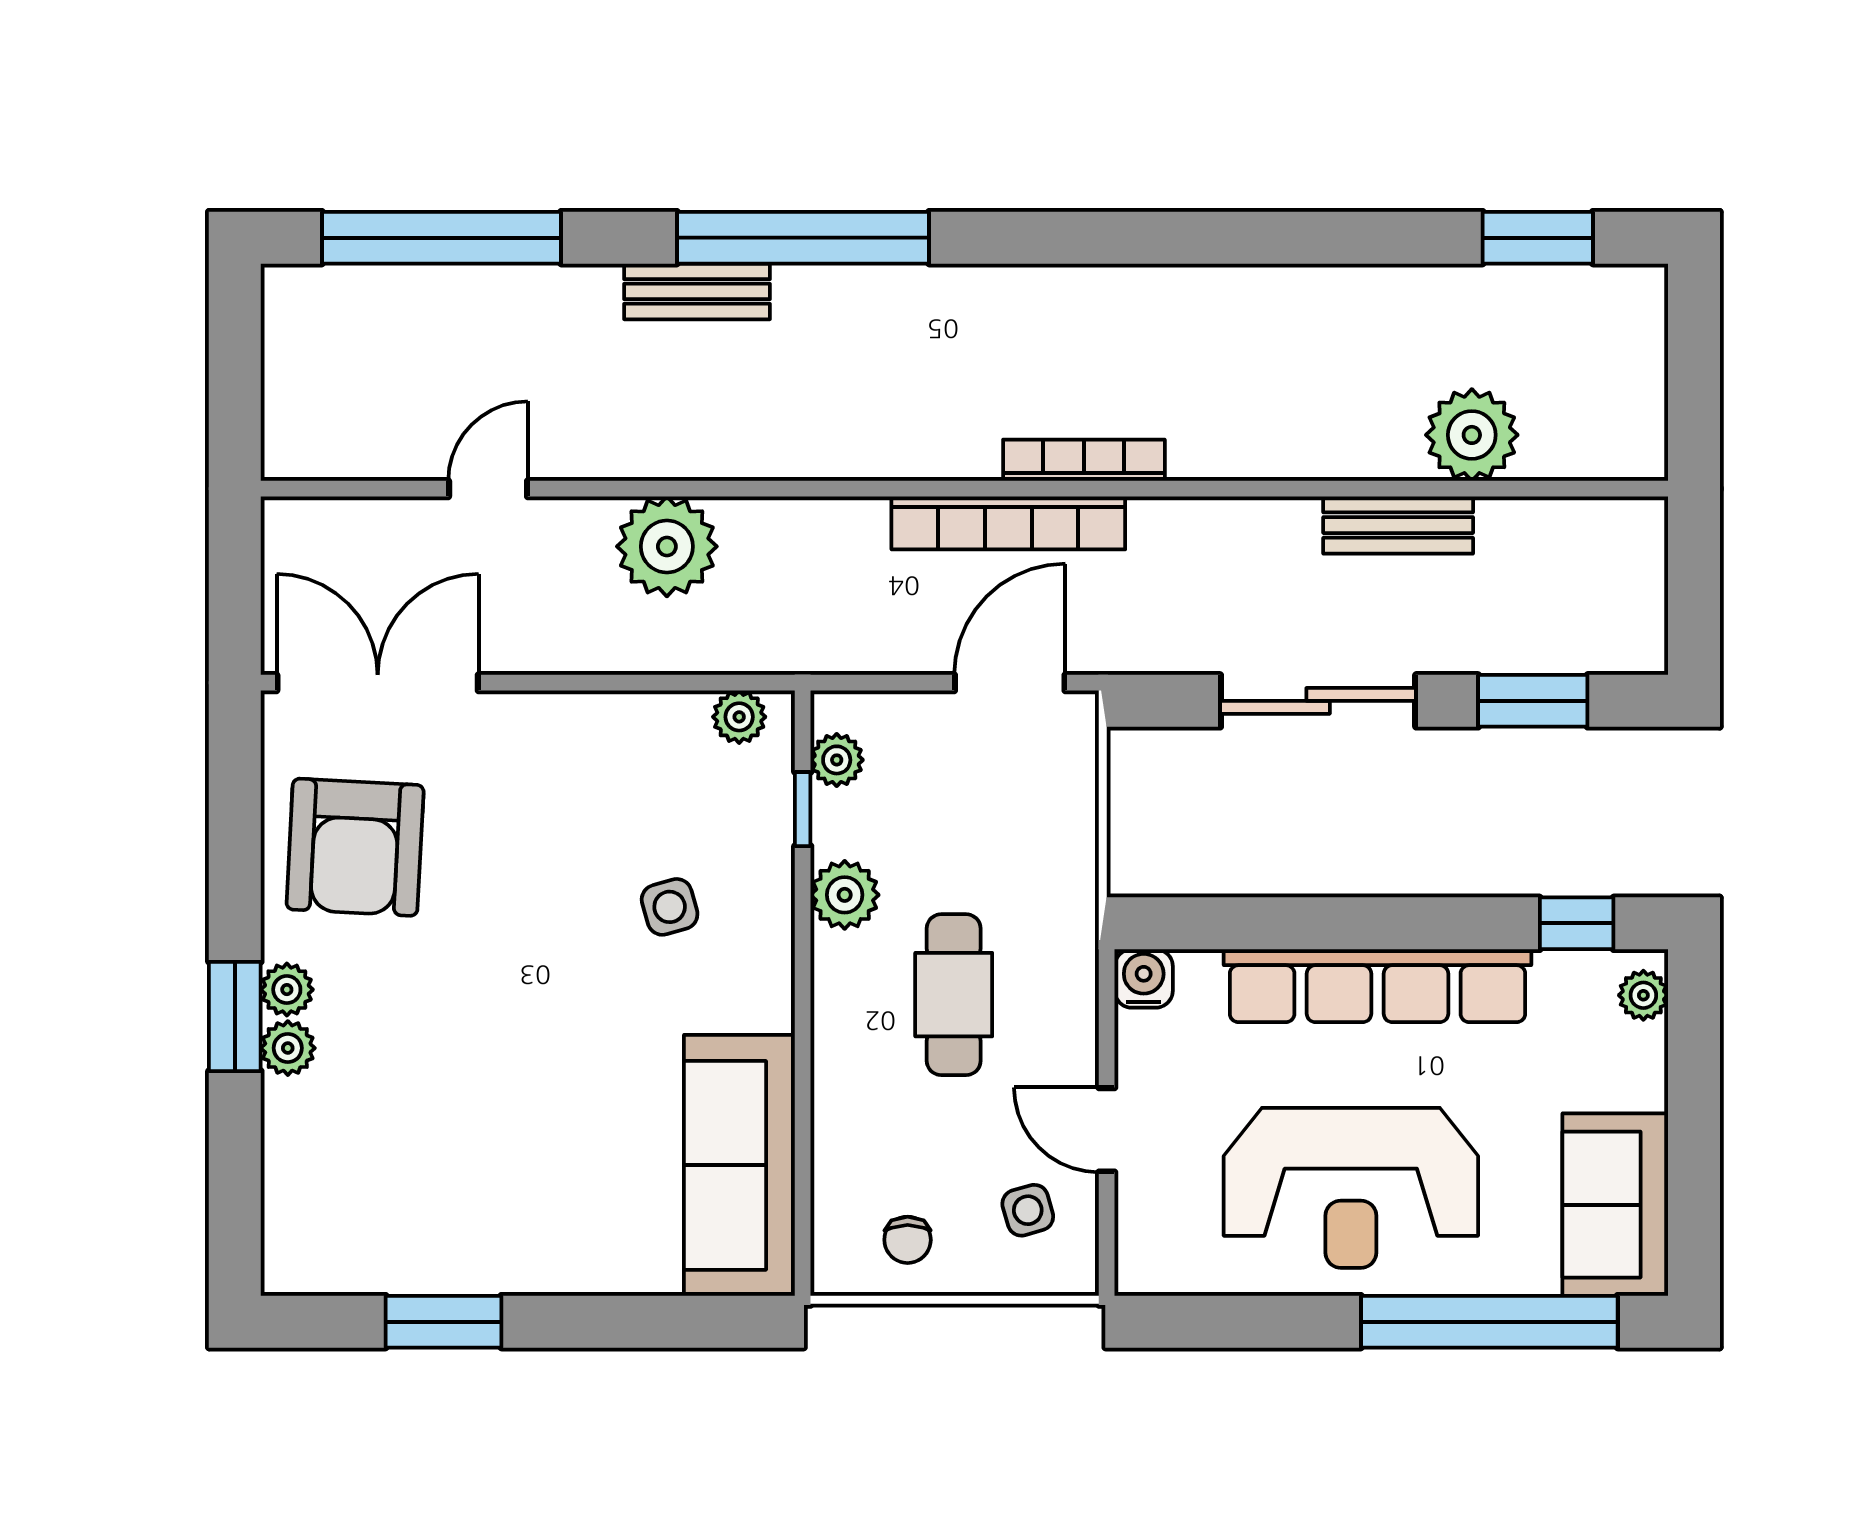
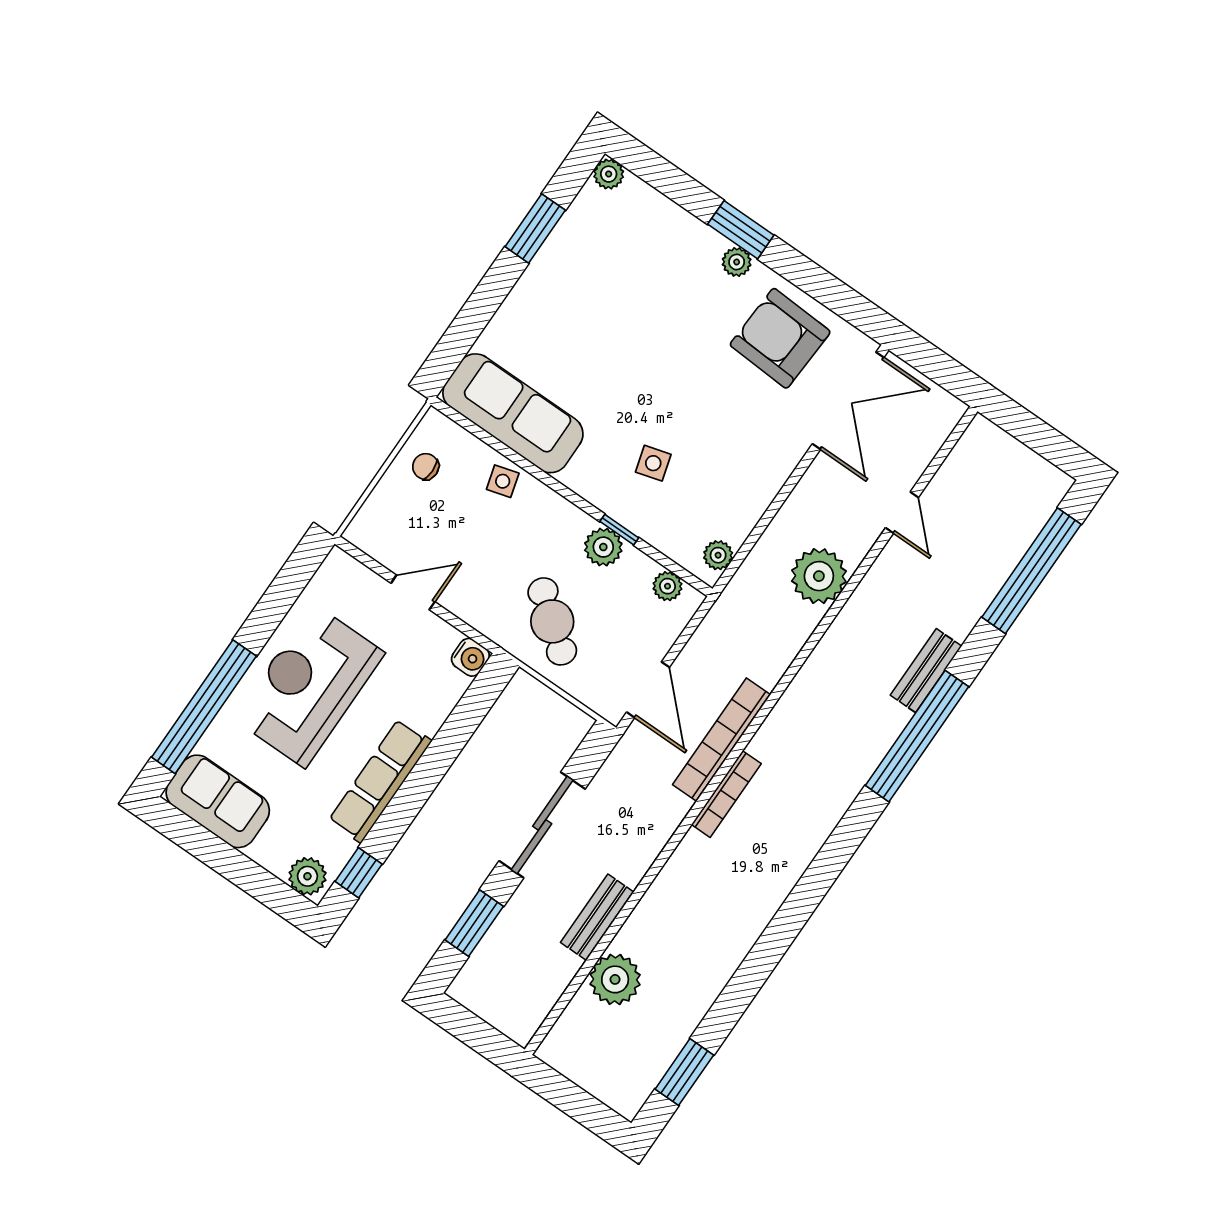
window: (803, 809) -> (619, 530), moved
row of seats: (1377, 986) -> (380, 781), width x0.73
cafe table: (954, 995) -> (552, 621), moved, turned 38
plant: (1643, 995) -> (307, 876), width x1.38, depth x1.38
plant: (288, 1048) -> (609, 174), moved
side table: (1028, 1210) -> (503, 481), moved

